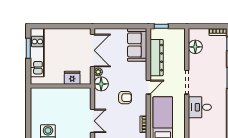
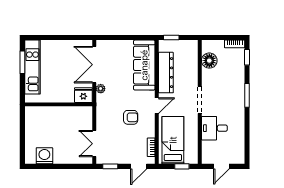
sofa: (137, 45) -> (144, 65), width x1.36
double door: (92, 50) -> (94, 65), swing flipped
fridge: (72, 78) -> (83, 95), moved
floor lamp: (101, 84) -> (104, 102), removed
double door: (92, 121) -> (94, 144), swing flipped

